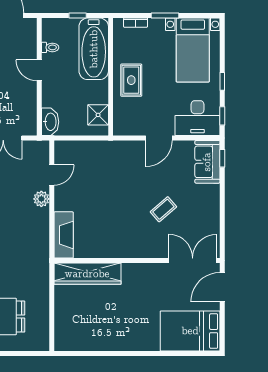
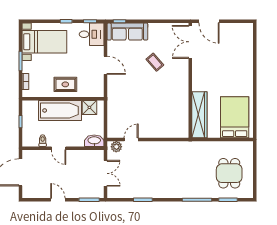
bathtub: (94, 49) -> (60, 110), moved
door: (39, 70) -> (59, 148), hinge flipped
desk: (197, 118) -> (92, 34), width x0.73
sofa: (207, 162) -> (127, 32), width x1.36
door: (52, 175) -> (131, 140), hinge flipped
plant: (41, 199) -> (116, 147), moved
fireplace: (64, 235) -> (173, 131), removed
bed: (190, 331) -> (235, 117), moved, turned 180

